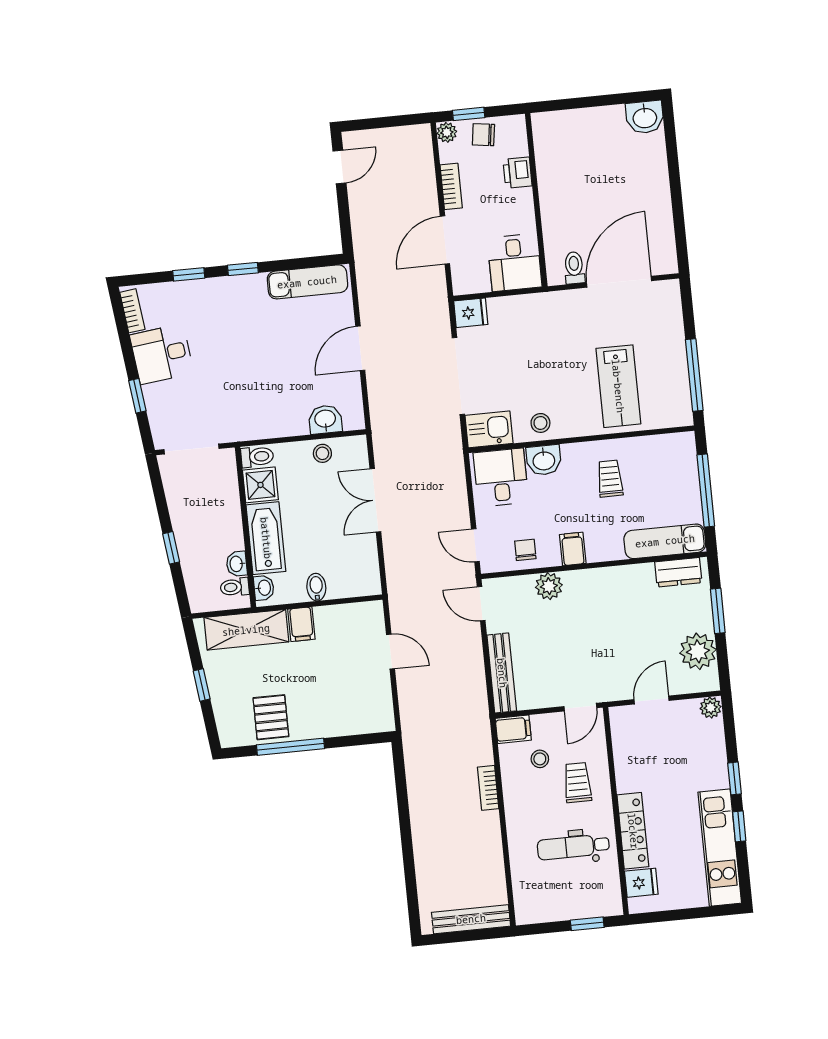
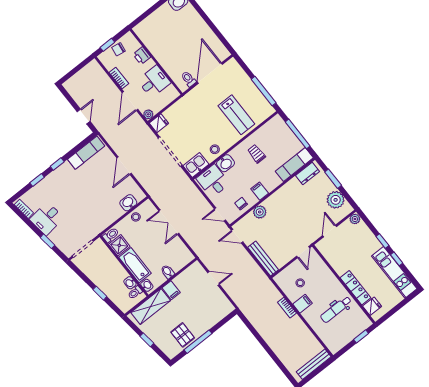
plant: (447, 132) -> (148, 114), moved
door: (339, 167) -> (84, 117), moved
desk: (515, 262) -> (154, 82), moved, turned -90
filing cabinet: (513, 729) -> (302, 304), moved
trolley: (577, 783) -> (321, 283), removed

